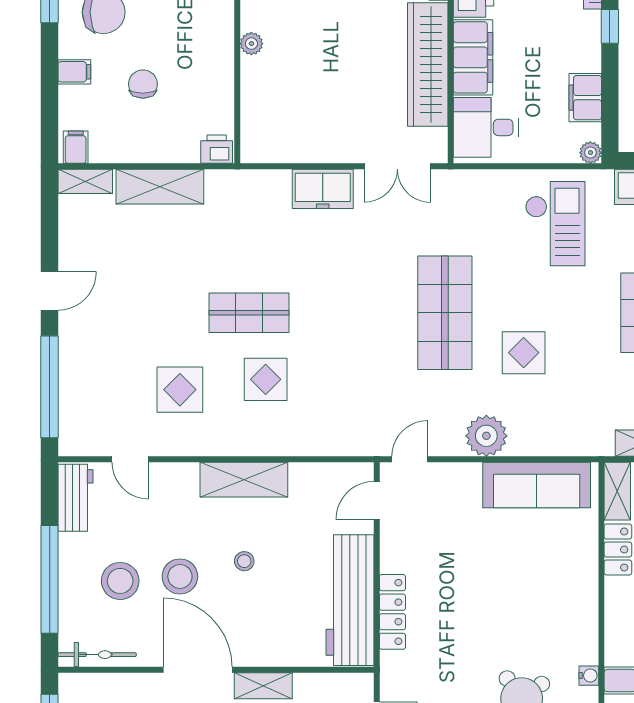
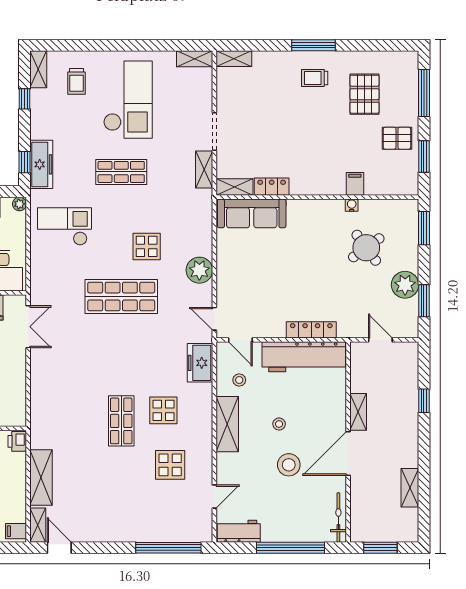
freezer: (323, 189) -> (200, 363), moved, turned 180
door: (50, 291) -> (59, 548), moved
sofa: (537, 485) -> (252, 213), moved, turned 90
stool: (120, 581) -> (239, 380), moved, width x0.53, depth x0.53

